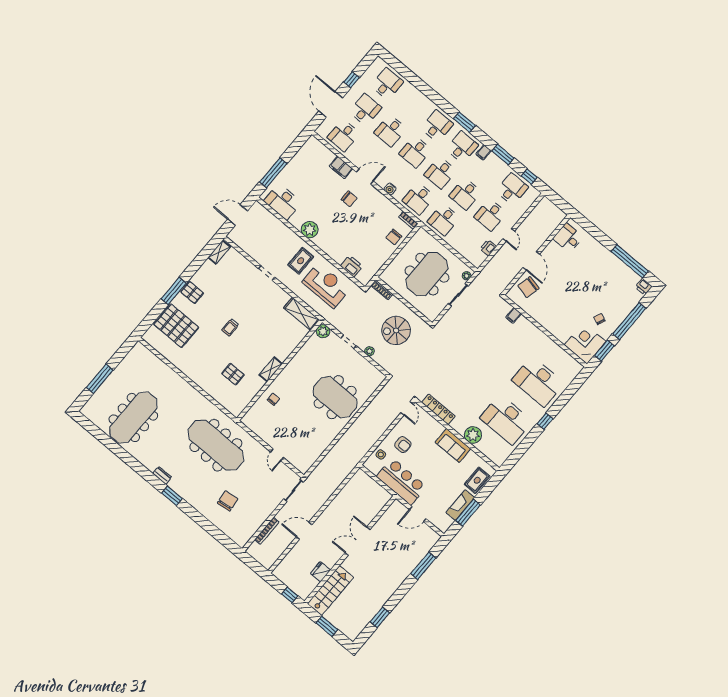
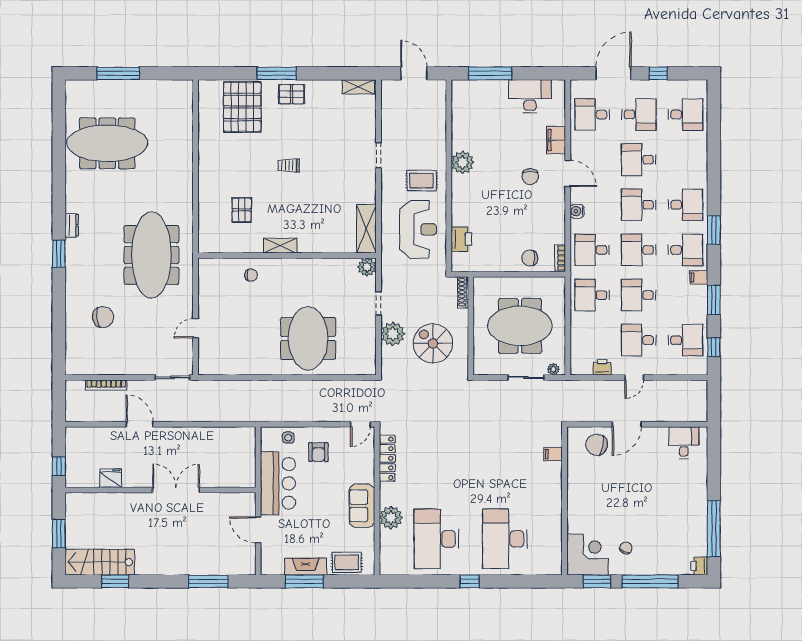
desk: (283, 202) -> (530, 96), moved, turned 90
pallet: (192, 292) -> (292, 94), turned 90
plant: (369, 351) -> (393, 334), width x1.88, depth x1.88
stairs: (330, 591) -> (100, 562), moved, turned 180

